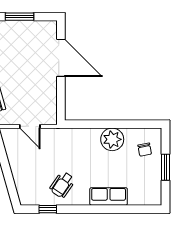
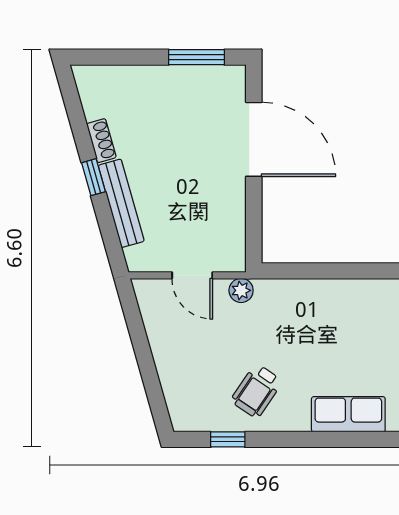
window: (20, 17) -> (196, 57), moved
plant: (112, 139) -> (241, 290), moved, width x0.53, depth x0.53

